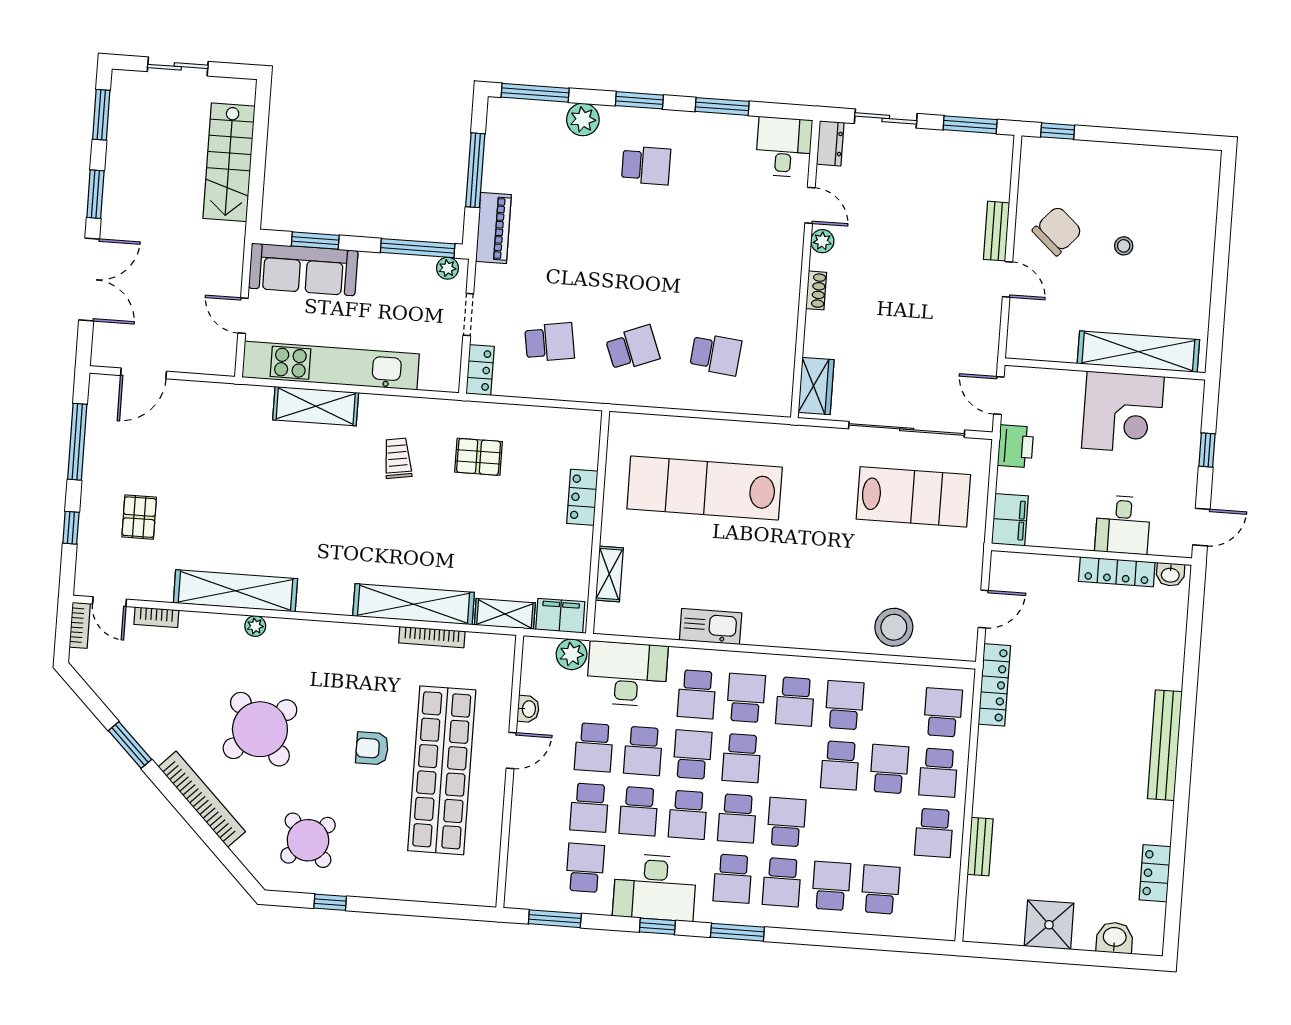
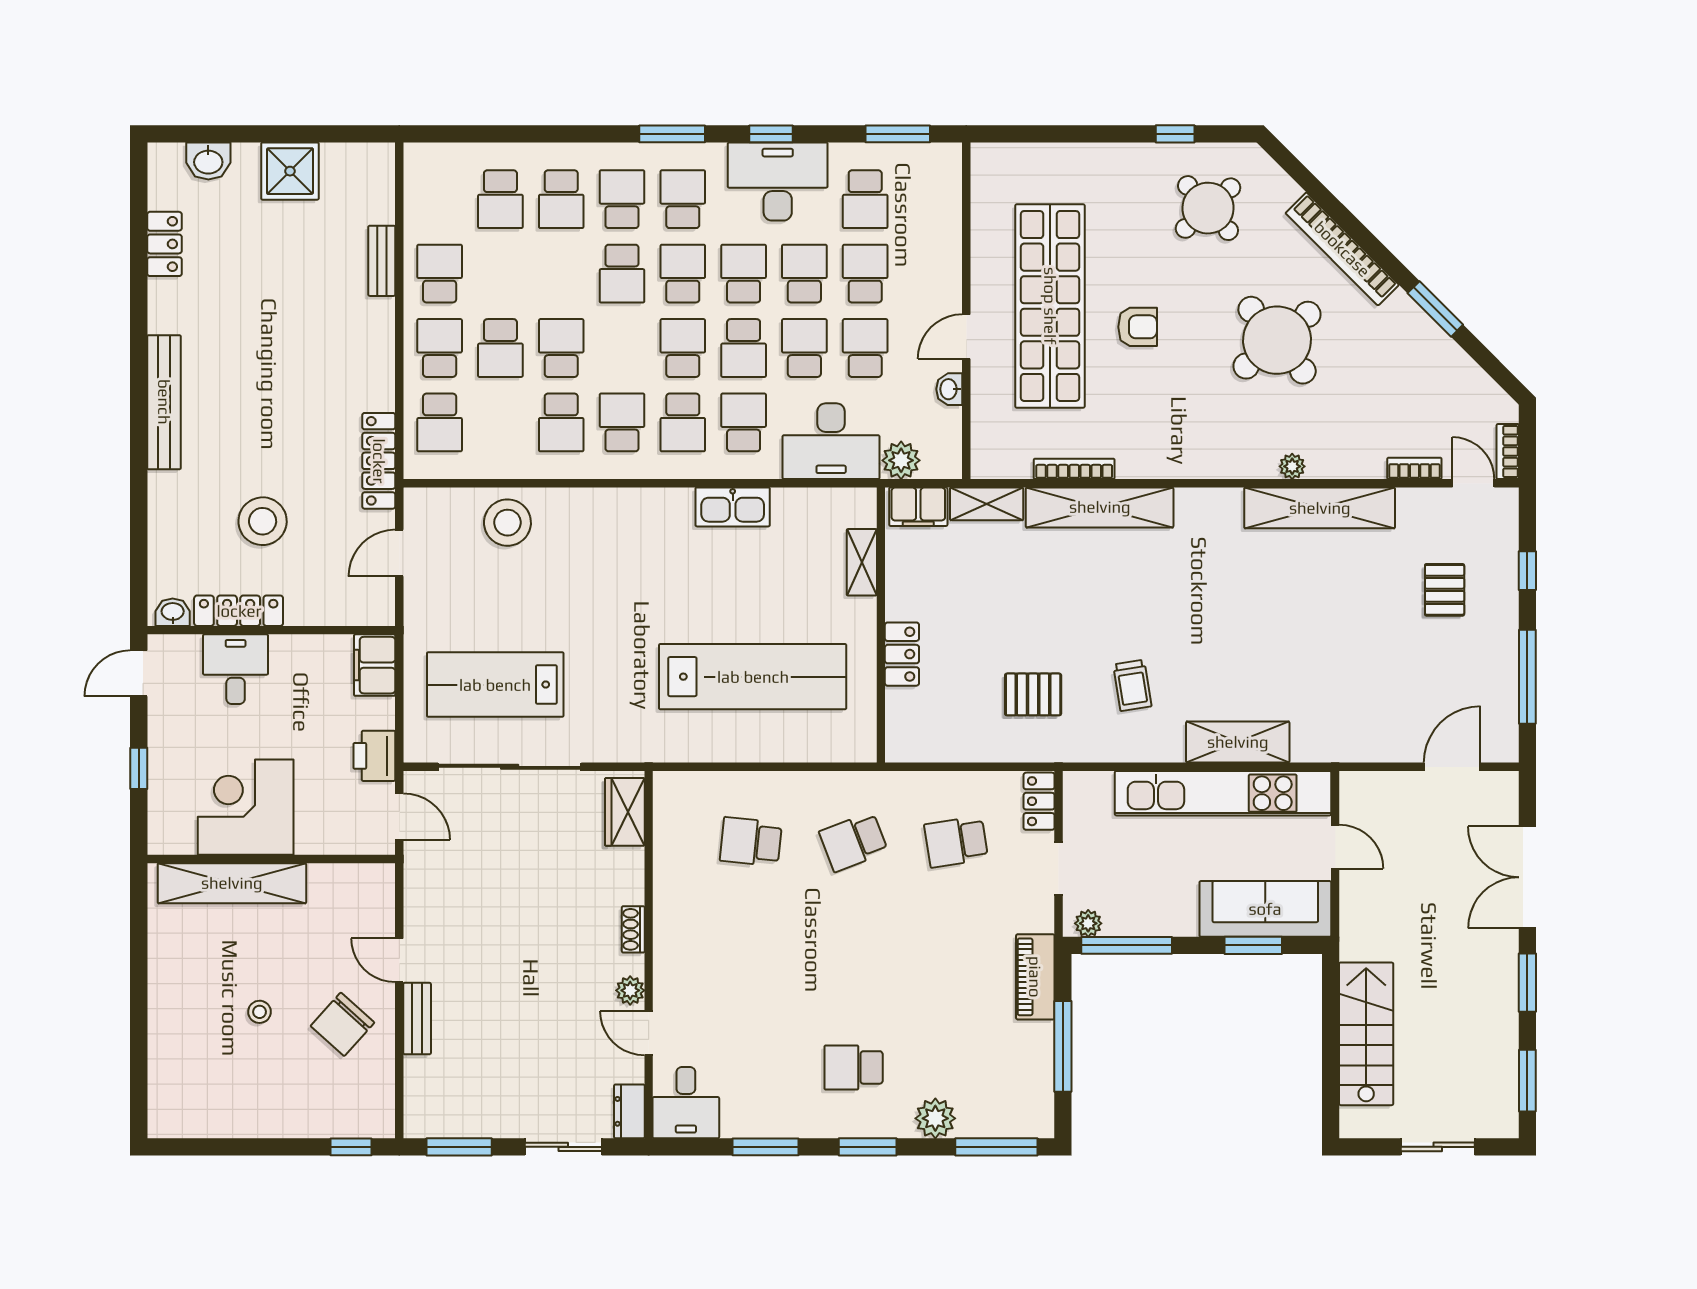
stool: (1092, 643) -> (263, 521), added

